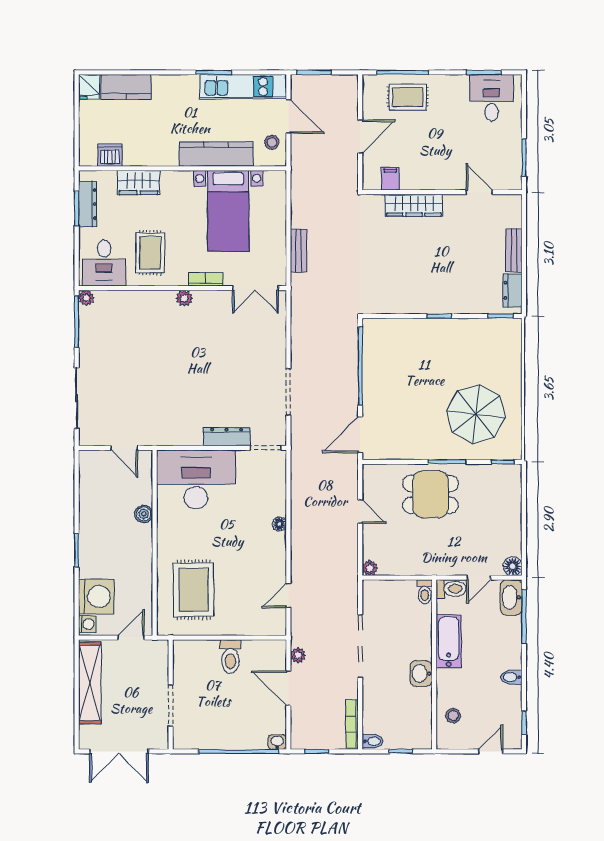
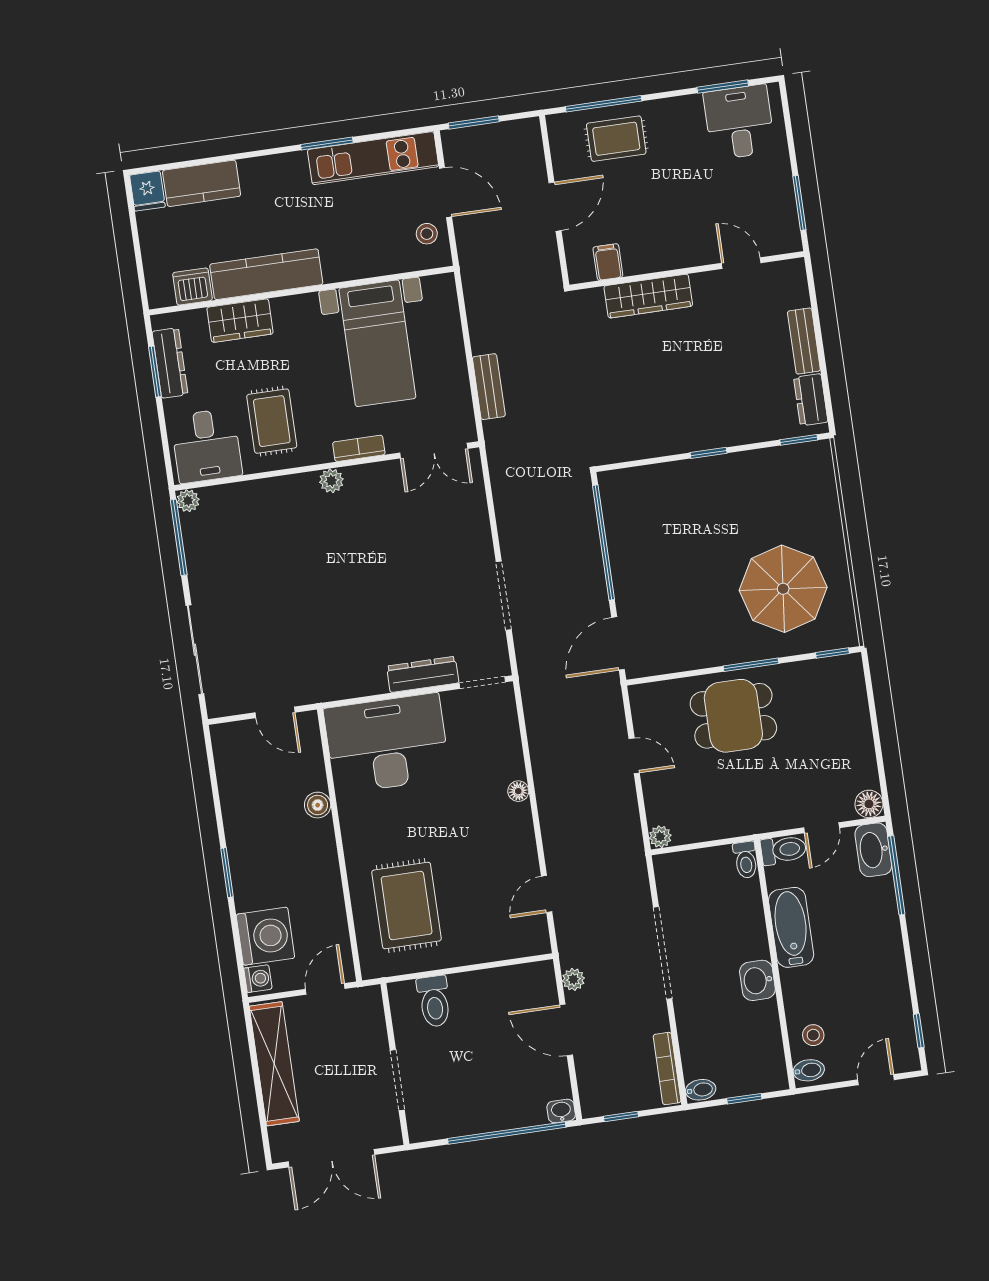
kitchen counter: (216, 154) -> (266, 274), moved
toilet: (230, 656) -> (434, 1001), moved
bidet: (511, 677) -> (809, 1070), moved, turned 180

